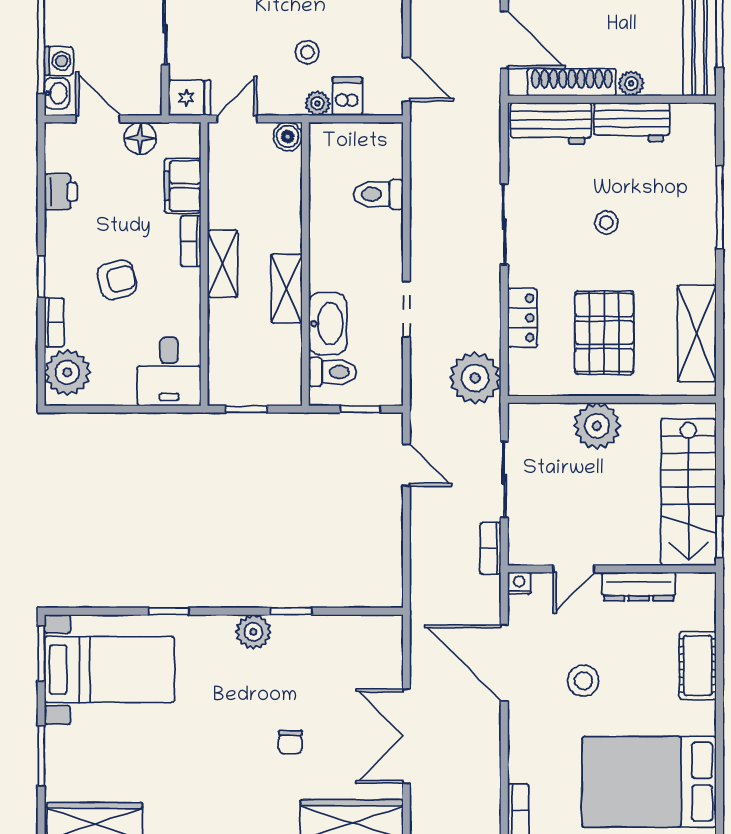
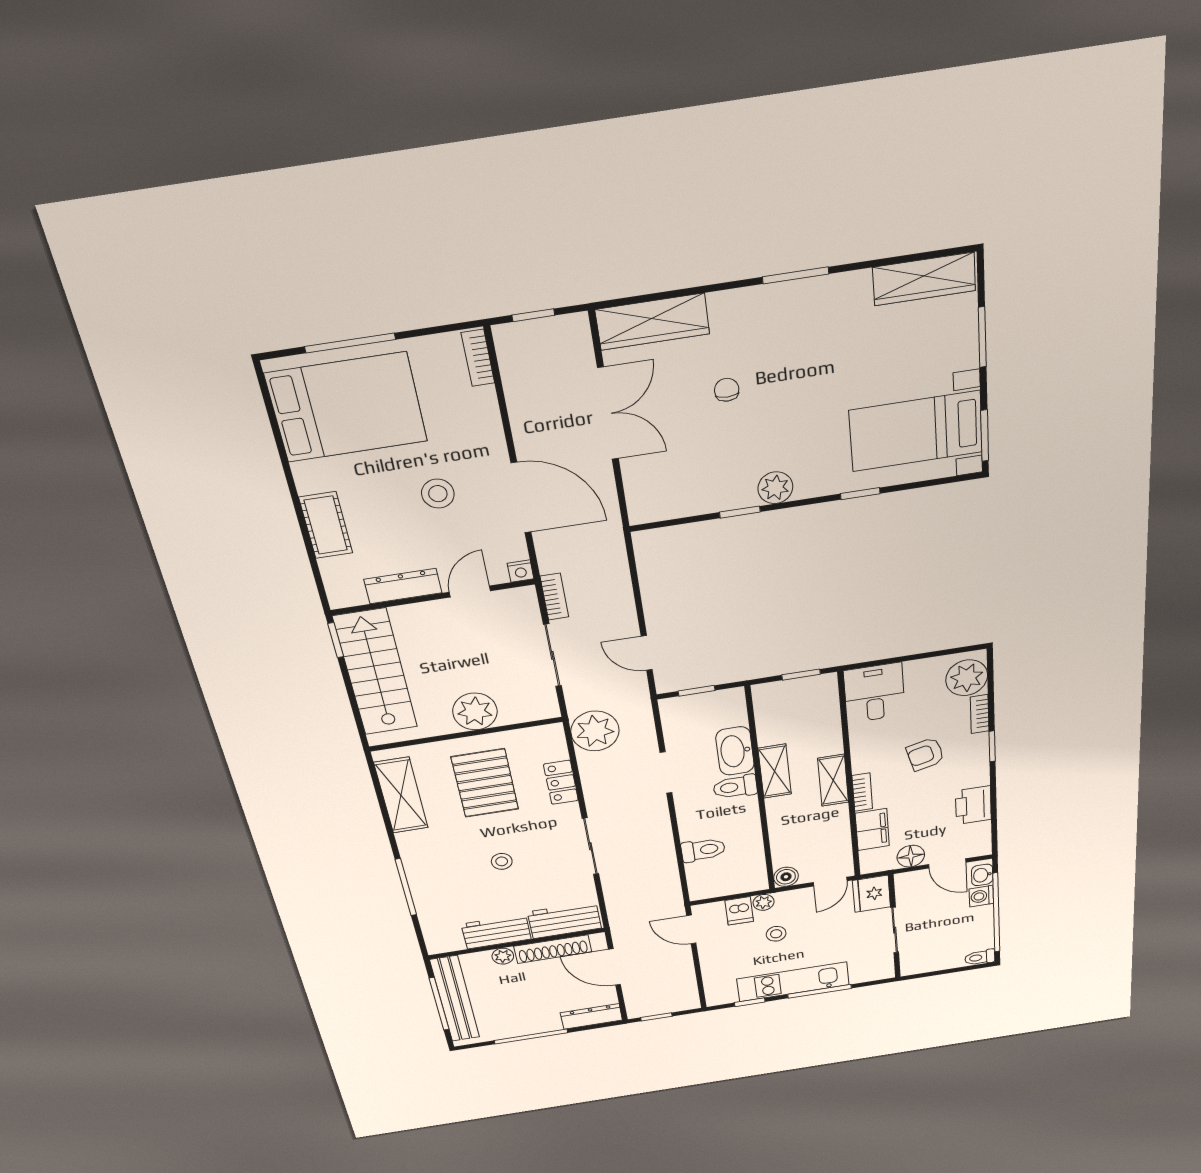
fridge: (190, 98) -> (871, 894), width x1.38
printer: (61, 192) -> (973, 805), width x1.36, depth x1.24
toilet: (333, 372) -> (735, 787), moved

